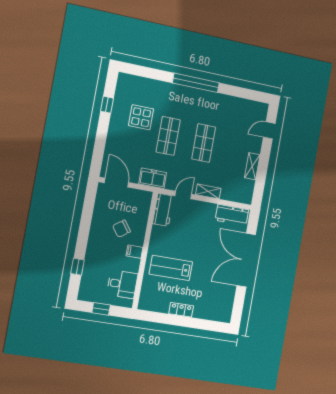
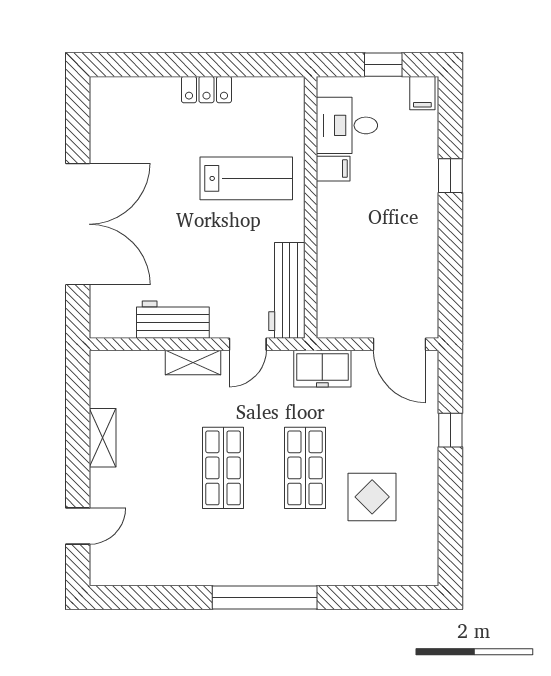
window: (107, 105) -> (450, 430), moved
workbench: (163, 210) -> (287, 290), width x1.37
workbench: (232, 215) -> (173, 320), moved
chair: (121, 229) -> (371, 246), removed
filing cabinet: (134, 252) -> (333, 169), moved
window: (77, 267) -> (450, 176), moved
filing cabinet: (86, 293) -> (422, 93), added

